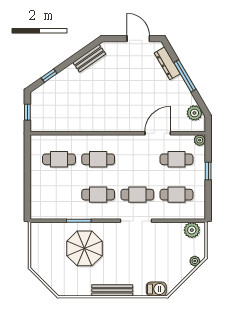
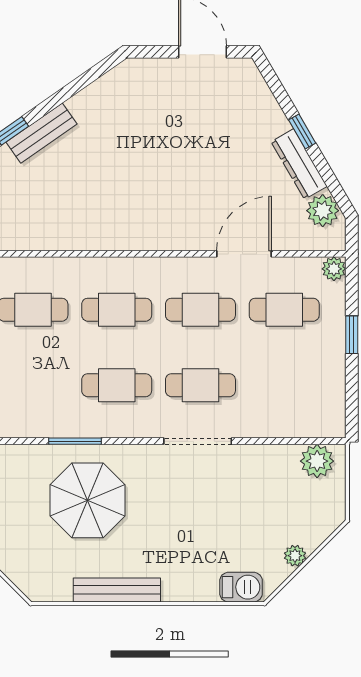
bench: (89, 58) -> (41, 133), moved
dresser: (167, 63) -> (299, 164), moved
window: (185, 76) -> (302, 131), width x0.46
cafe table: (176, 195) -> (200, 310), moved
plant: (195, 261) -> (295, 556), moved
bench: (112, 290) -> (117, 590), moved

